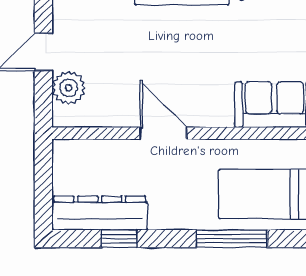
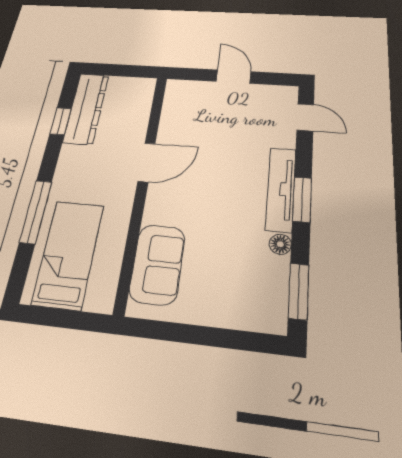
plant: (69, 88) -> (200, 93), removed

